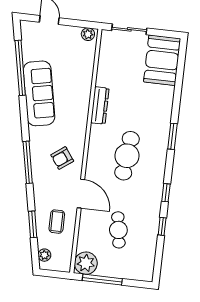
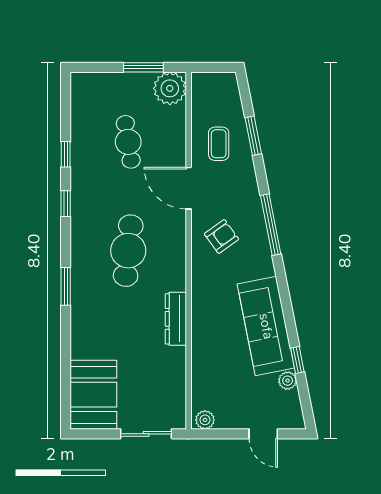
window: (20, 68) -> (297, 360), width x0.32
plant: (44, 255) -> (288, 381), moved
window: (102, 280) -> (143, 67), width x0.69

